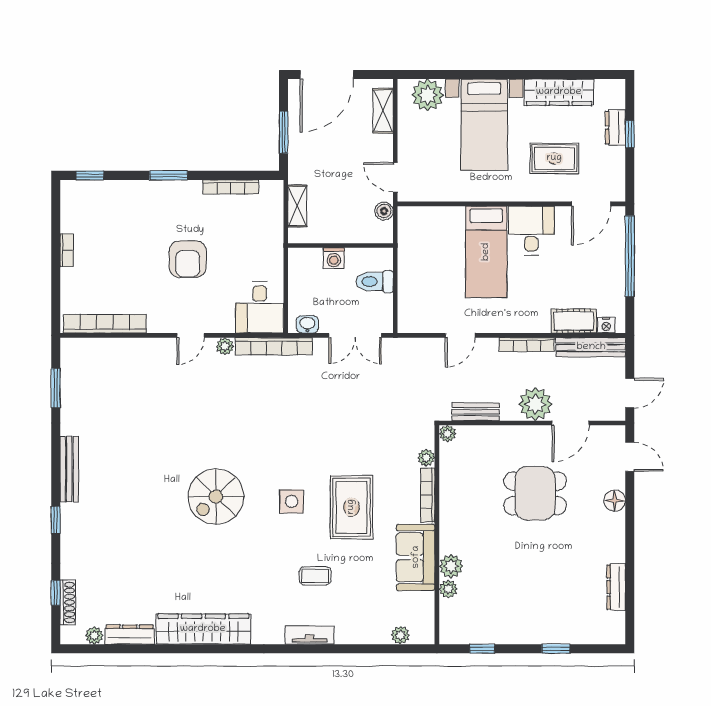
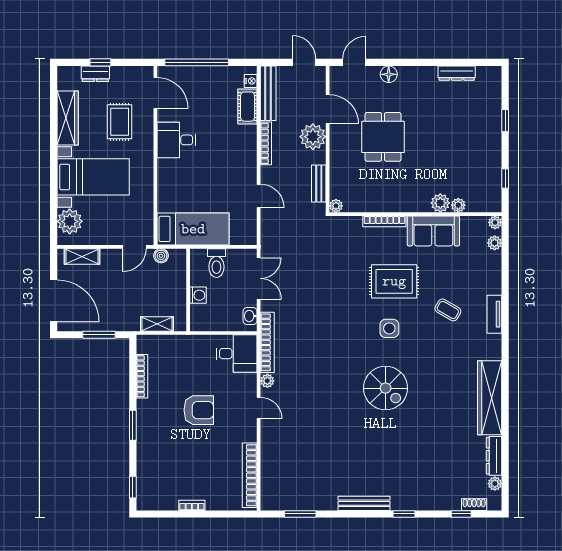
bed: (486, 252) -> (193, 229), moved
plant: (426, 458) -> (495, 222), moved
coffee table: (315, 576) -> (448, 310), turned -60
shoe rack: (68, 602) -> (474, 505), width x0.70

